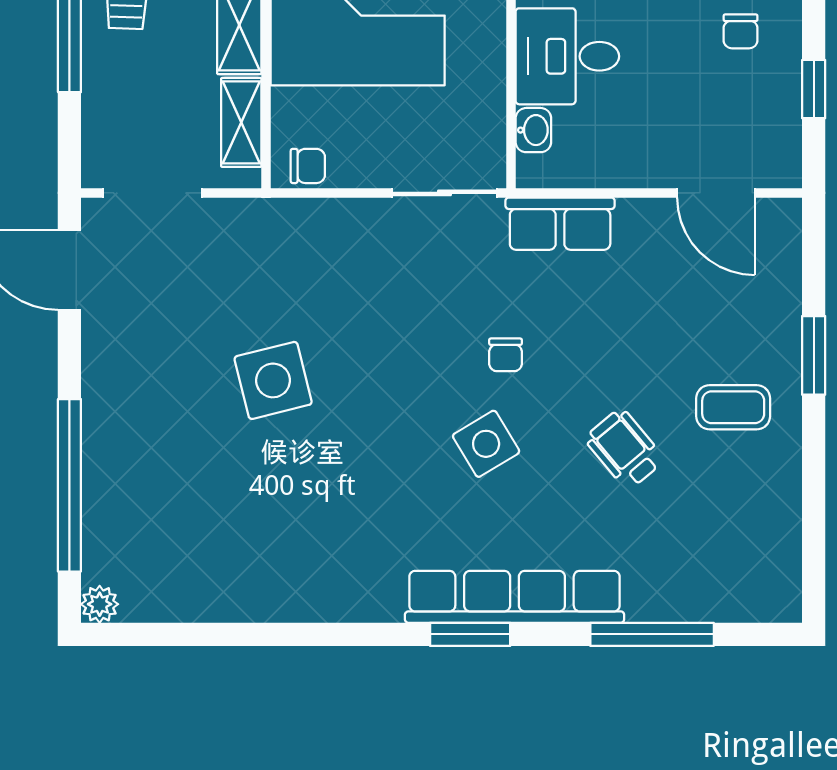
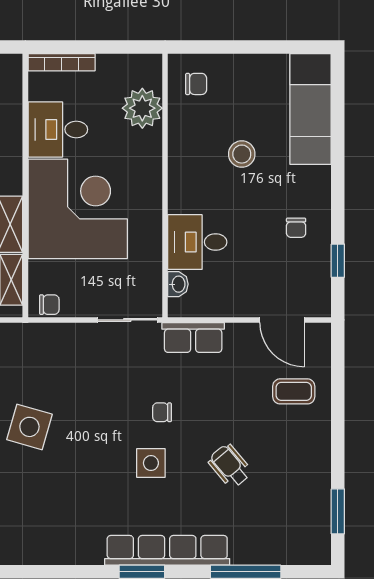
chair: (506, 355) -> (162, 412), turned 90
window: (814, 355) -> (338, 511), moved
side table: (273, 380) -> (29, 427), turned 30
coffee table: (733, 407) -> (294, 391), moved
side table: (486, 444) -> (151, 463), turned 31

